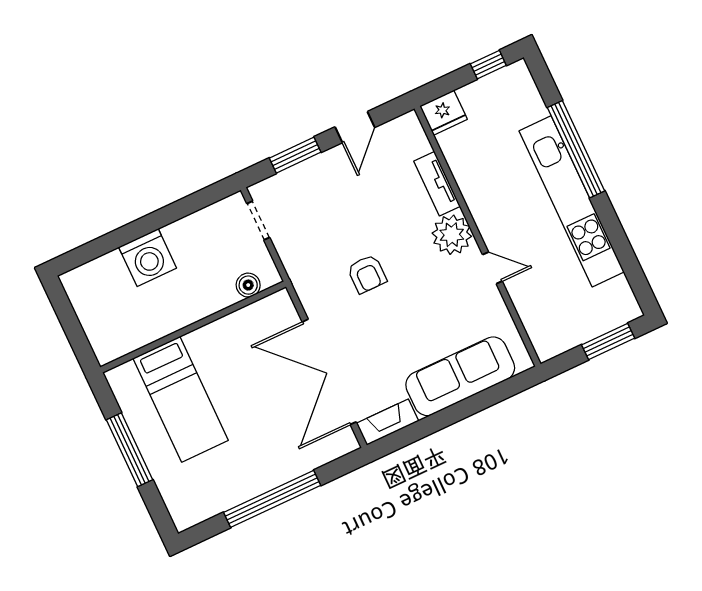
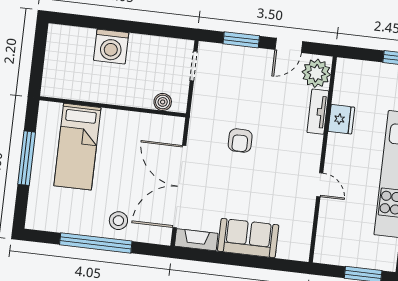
fridge: (444, 113) -> (341, 119), moved, turned -90
plant: (452, 235) -> (316, 73), moved
sofa: (460, 376) -> (248, 238), width x0.73
stool: (283, 456) -> (118, 221), added

